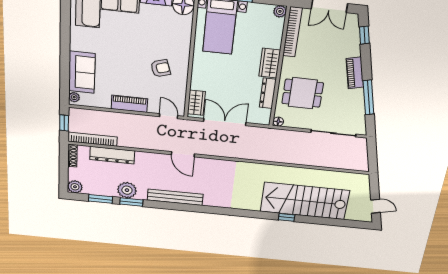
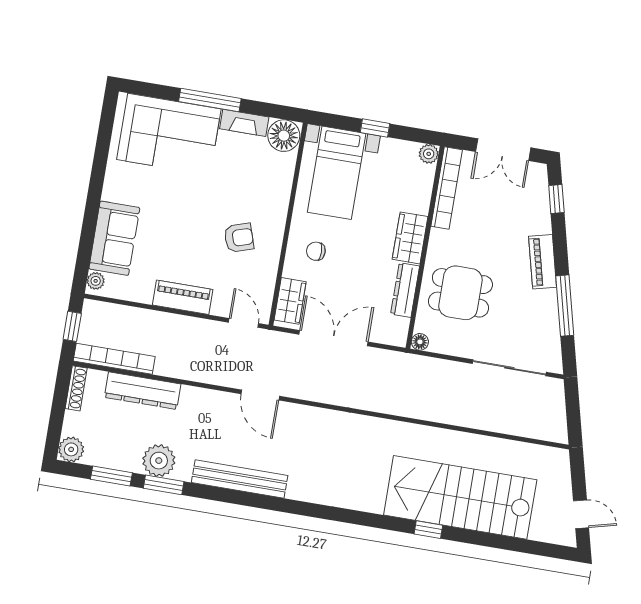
chair: (210, 74) -> (316, 251), added

